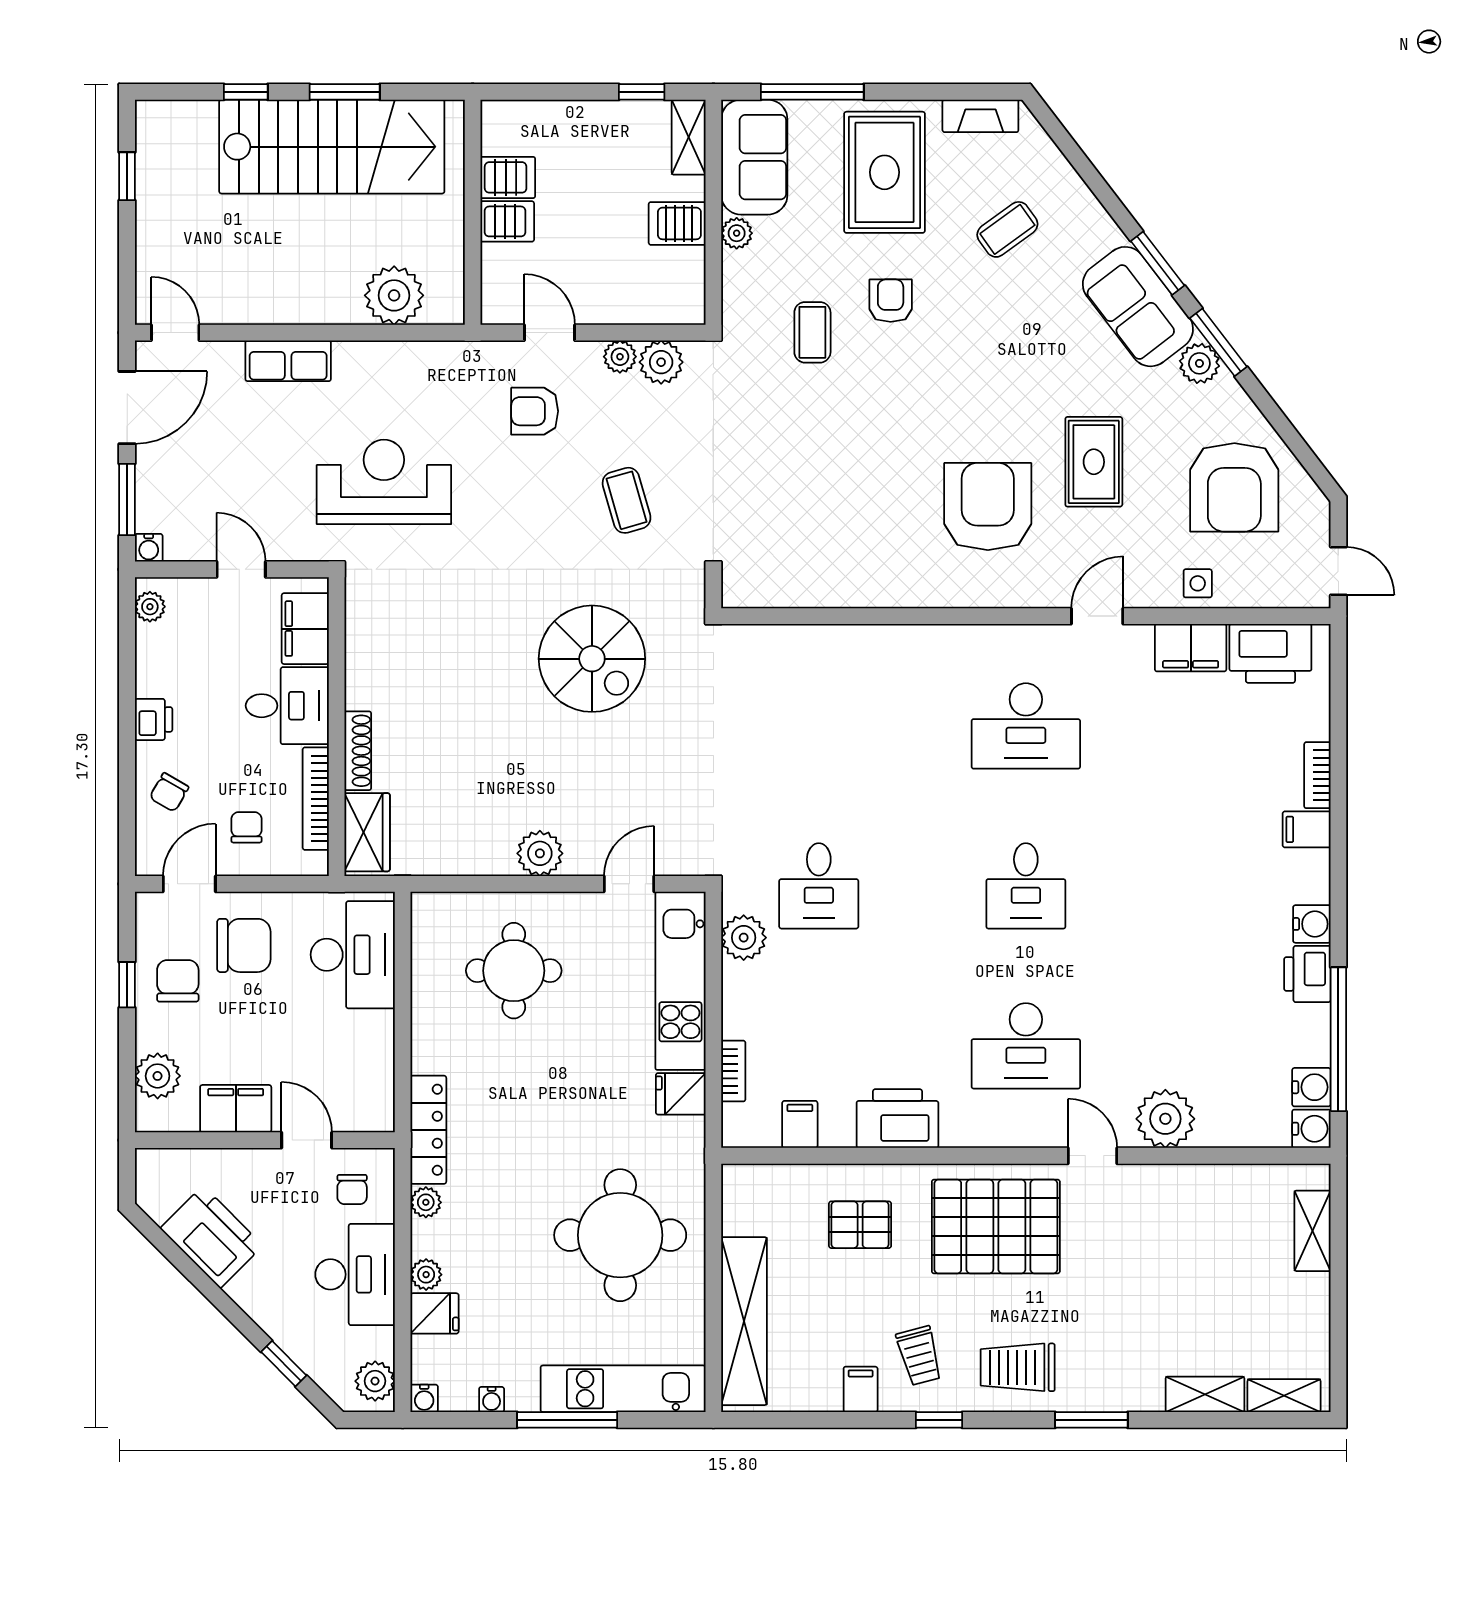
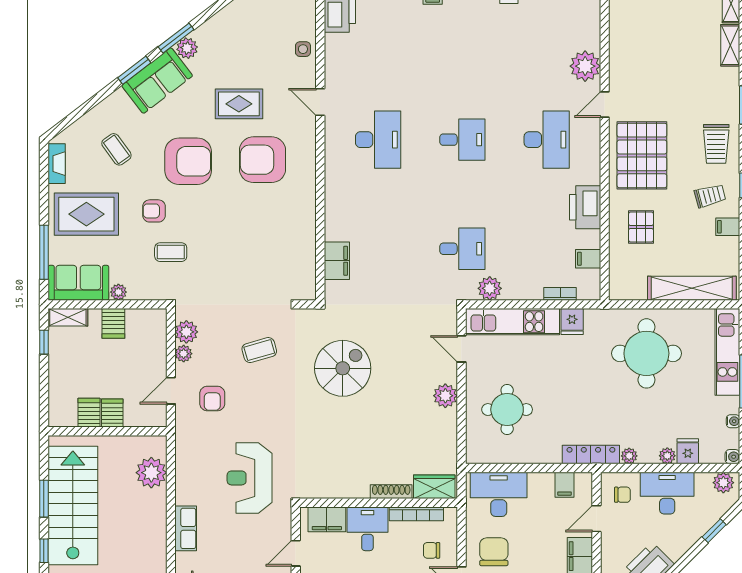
armchair: (1234, 487) -> (188, 161), moved
filing cabinet: (1191, 648) -> (337, 261), moved
filing cabinet: (371, 1080) -> (565, 485), added

